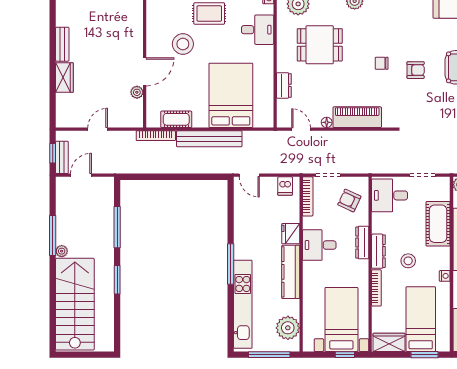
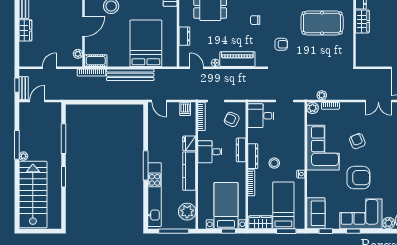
armchair: (416, 70) -> (281, 44), moved
plant: (137, 92) -> (78, 54), moved
cot: (176, 119) -> (96, 61), moved
cot: (438, 224) -> (296, 136), removed

